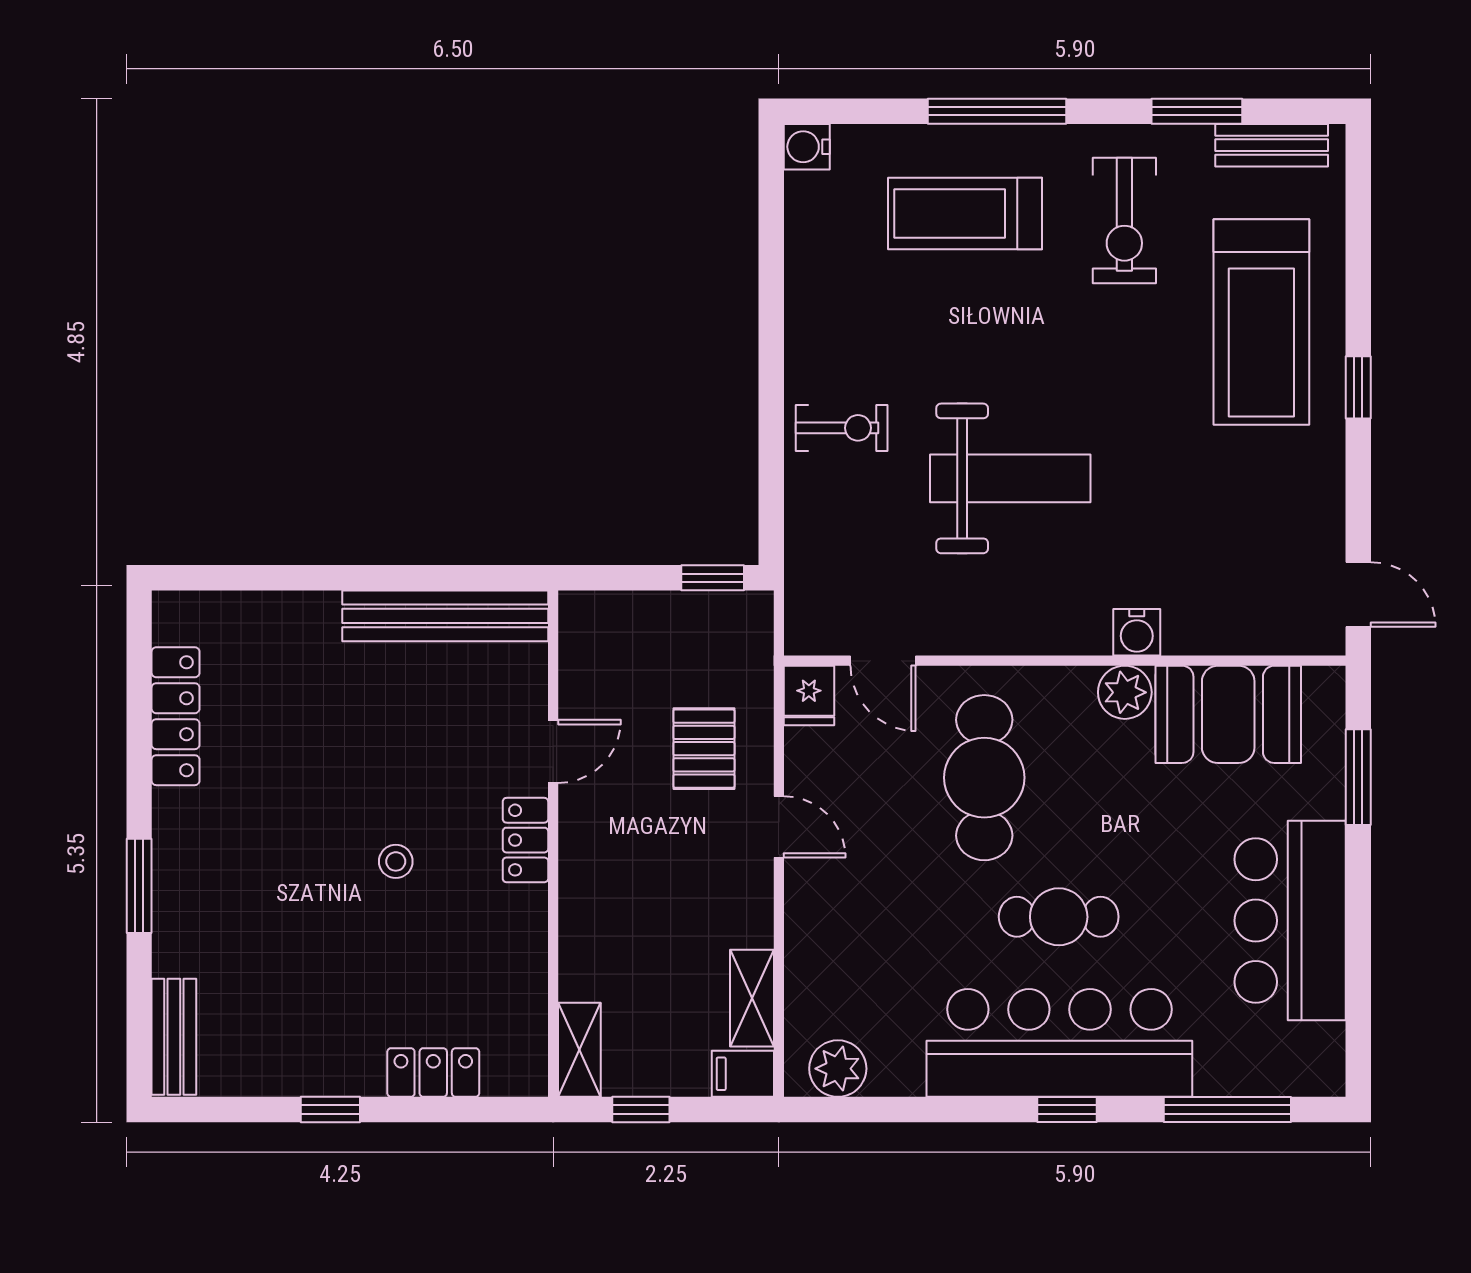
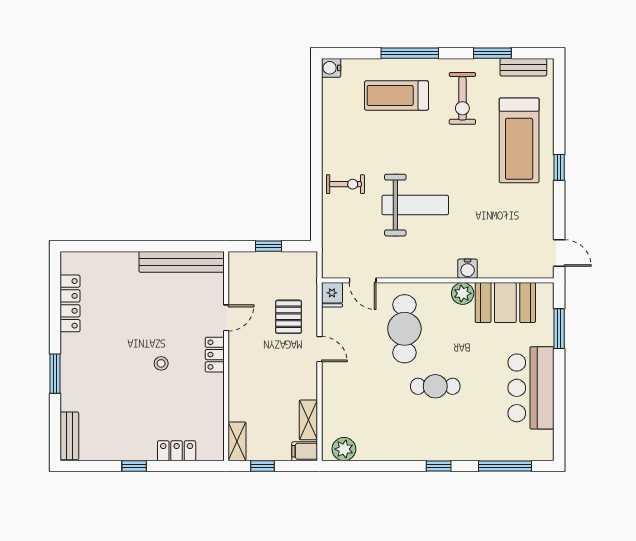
window: (713, 578) -> (268, 246), moved
bar counter: (1059, 1043) -> (436, 438), removed

